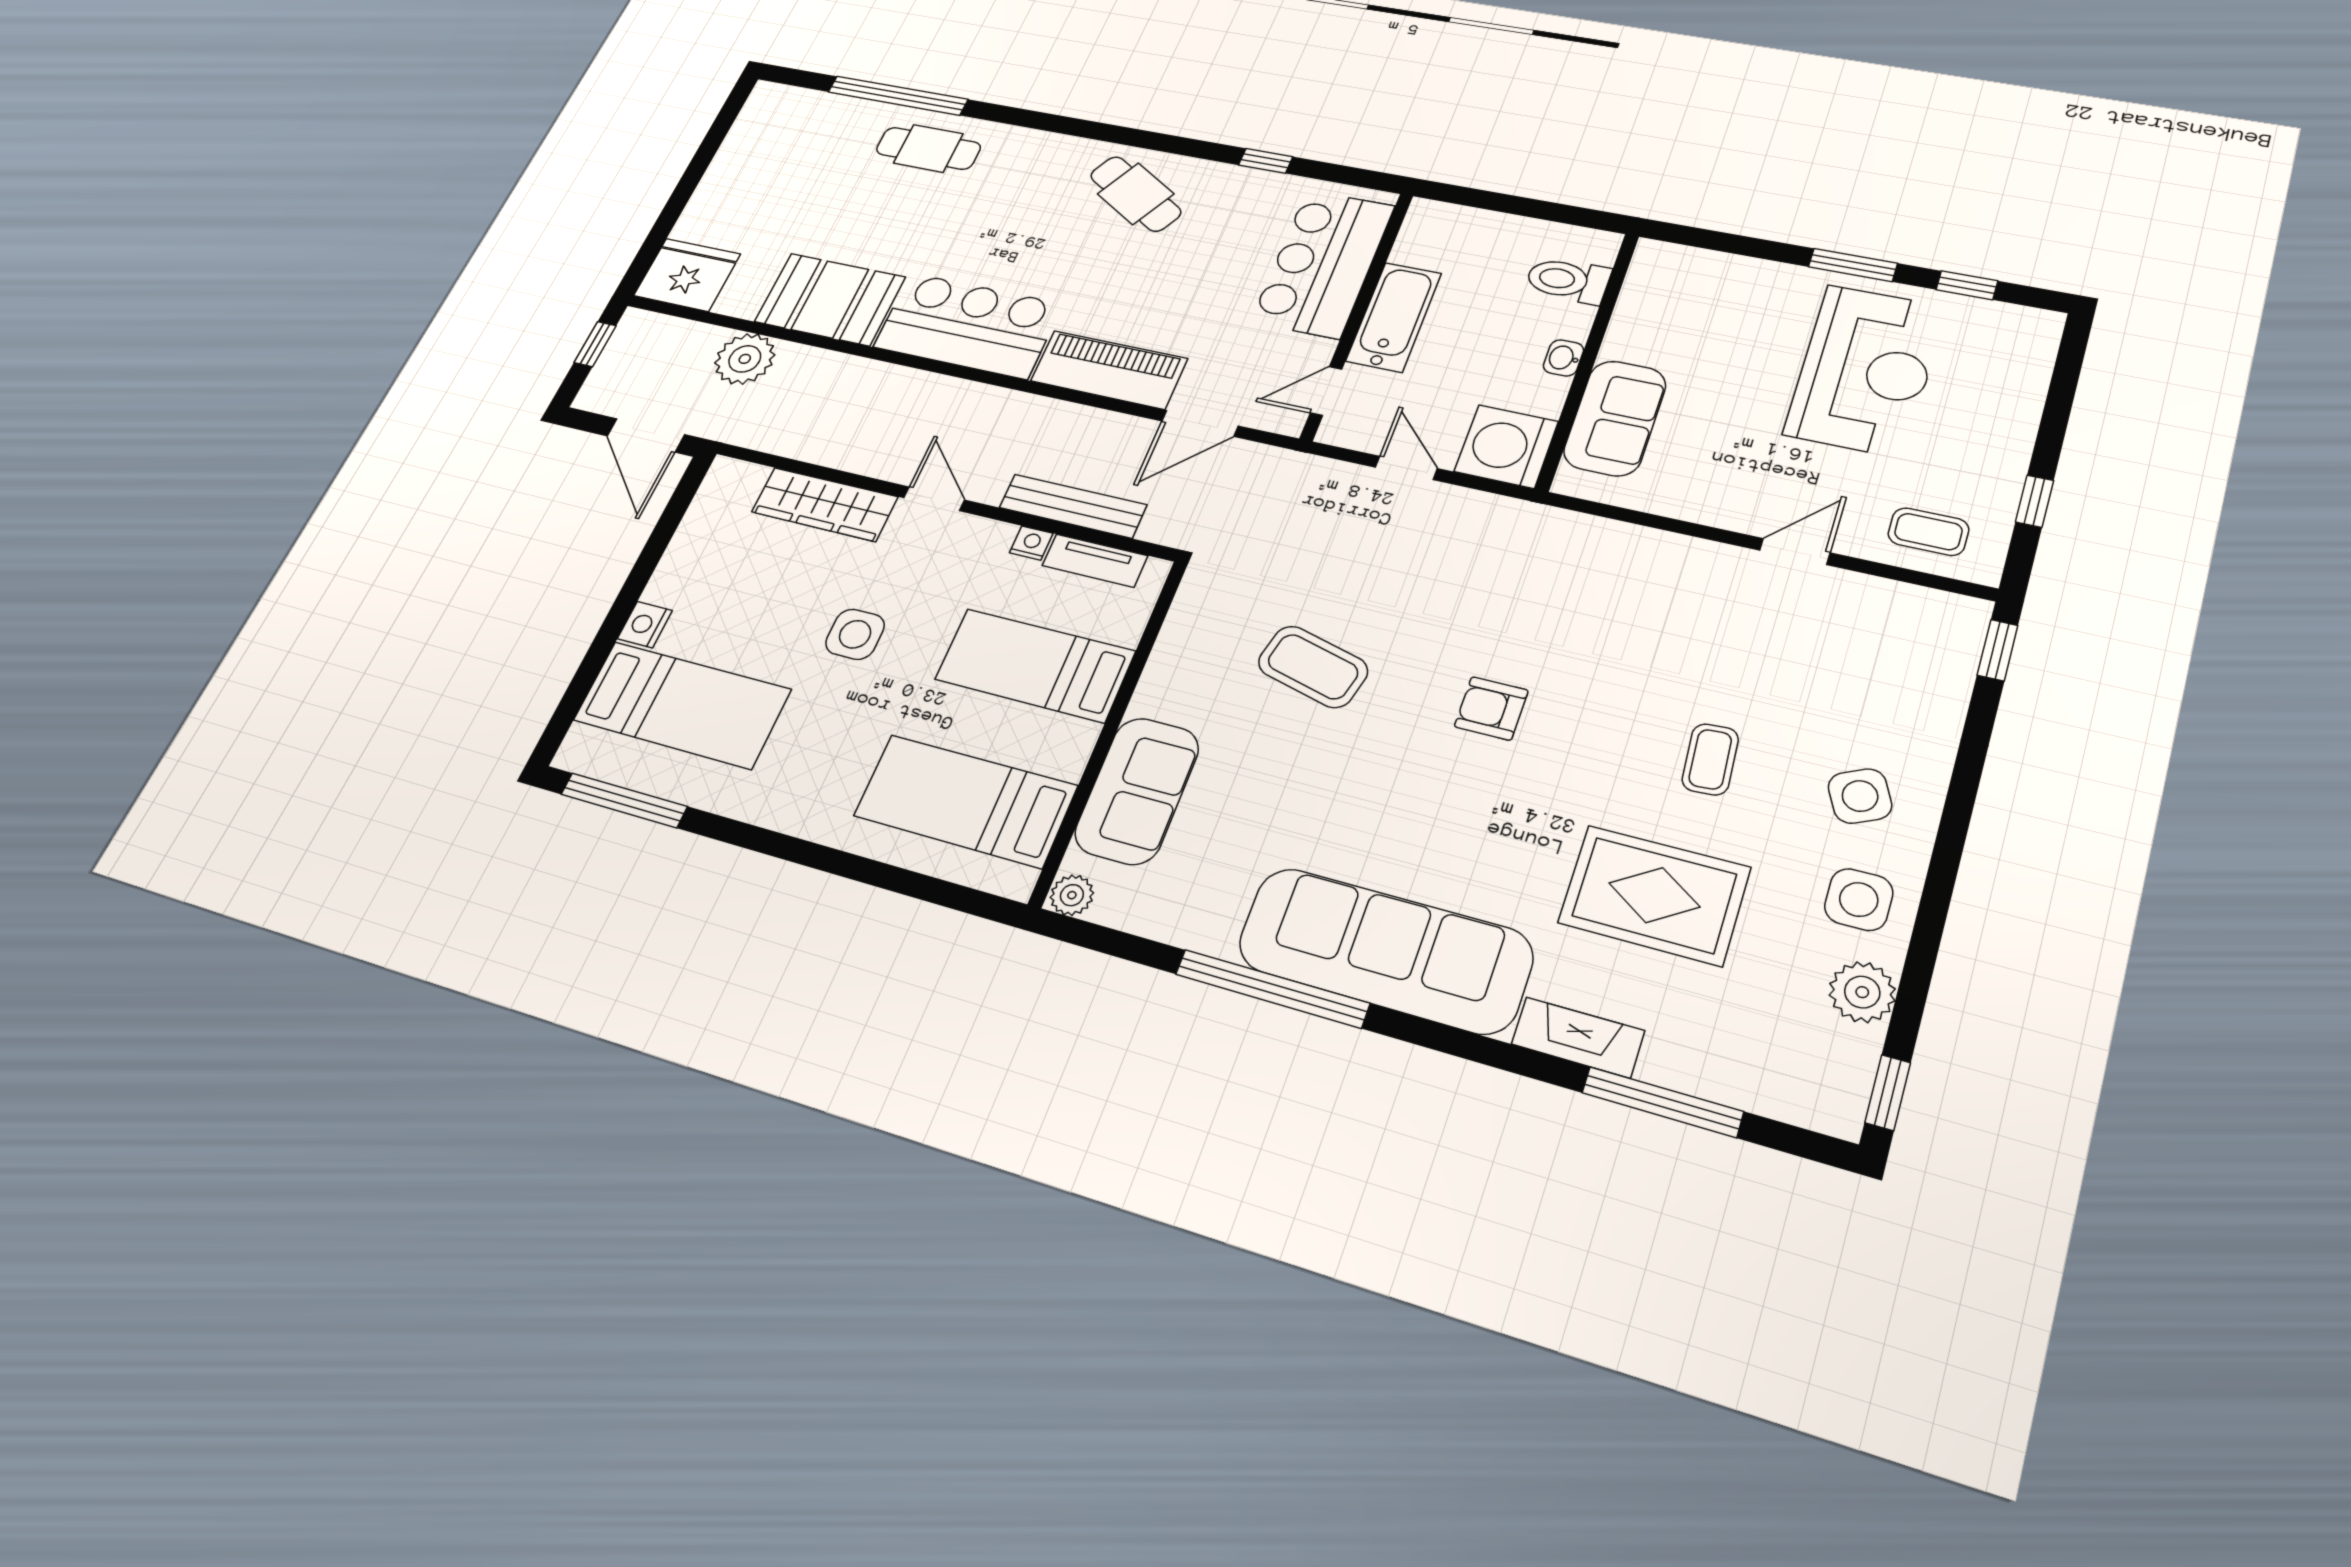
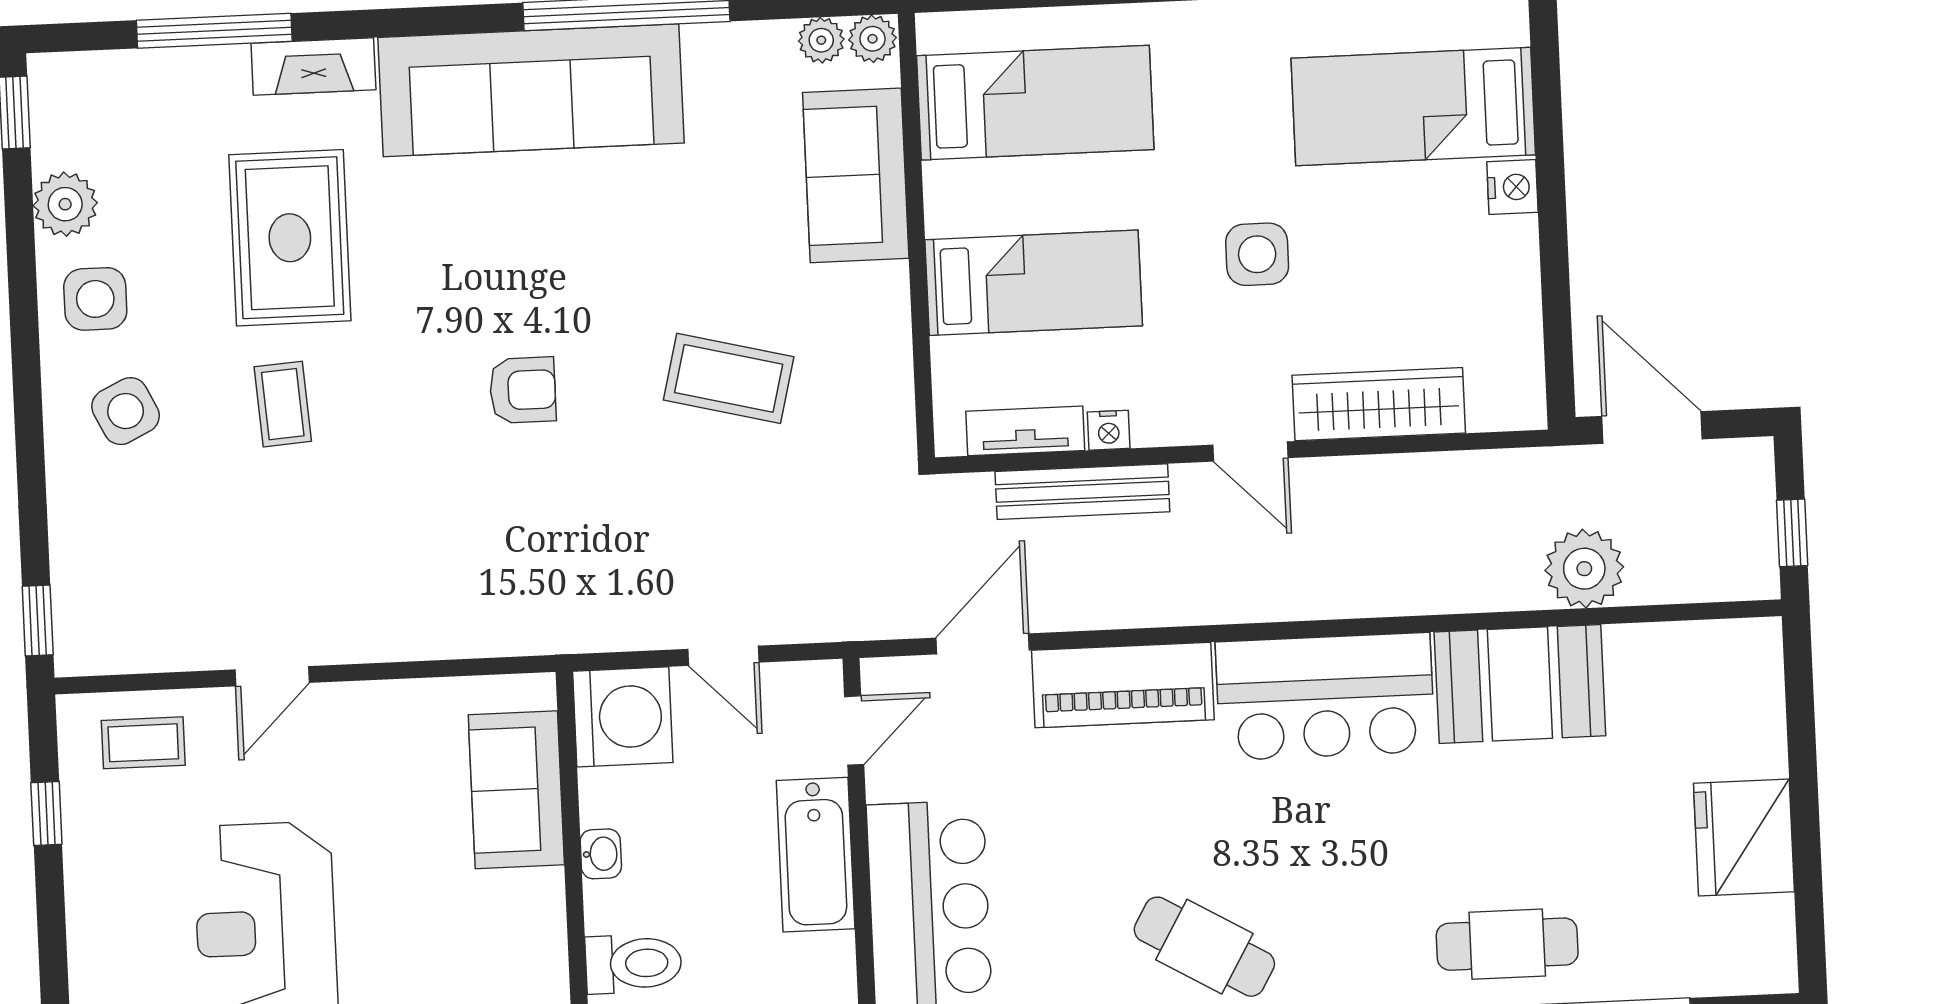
fridge: (687, 275) -> (1744, 838), moved, turned 90
rug: (1654, 895) -> (290, 238), turned 90
plant: (1115, 908) -> (821, 40), added

